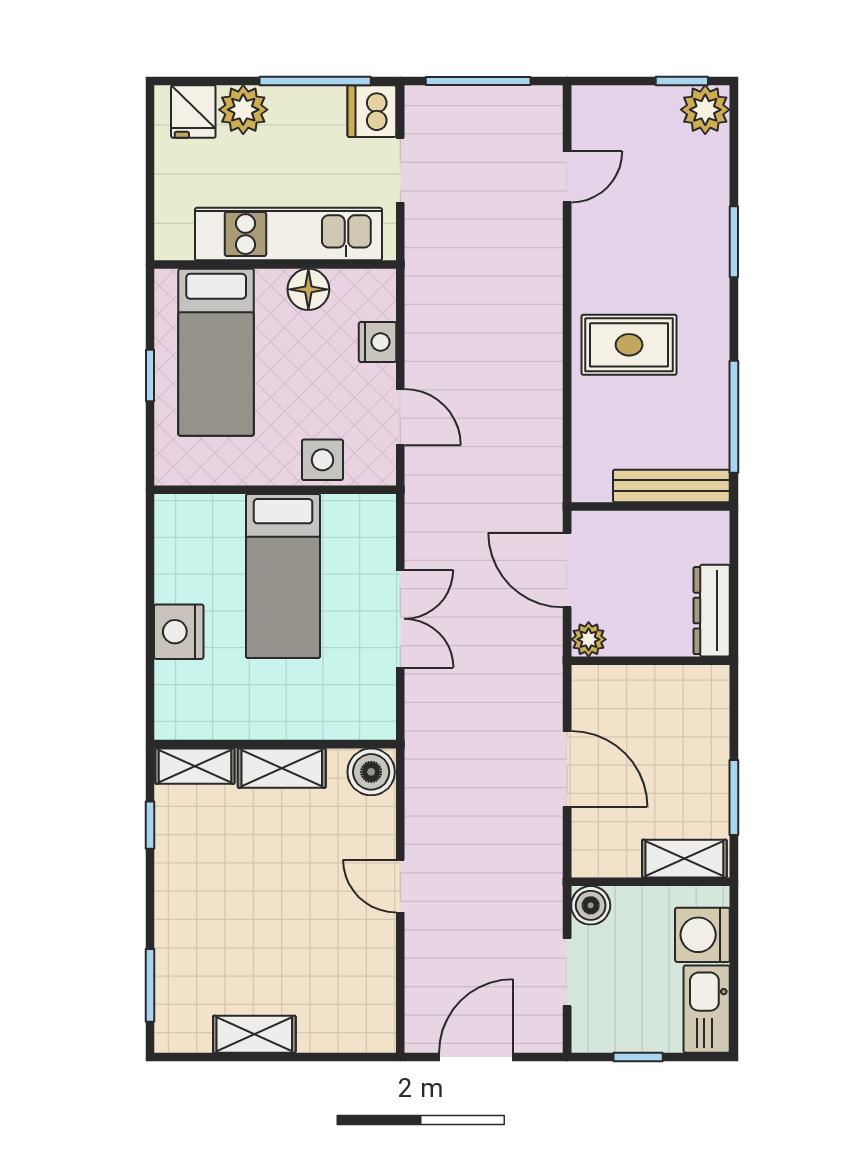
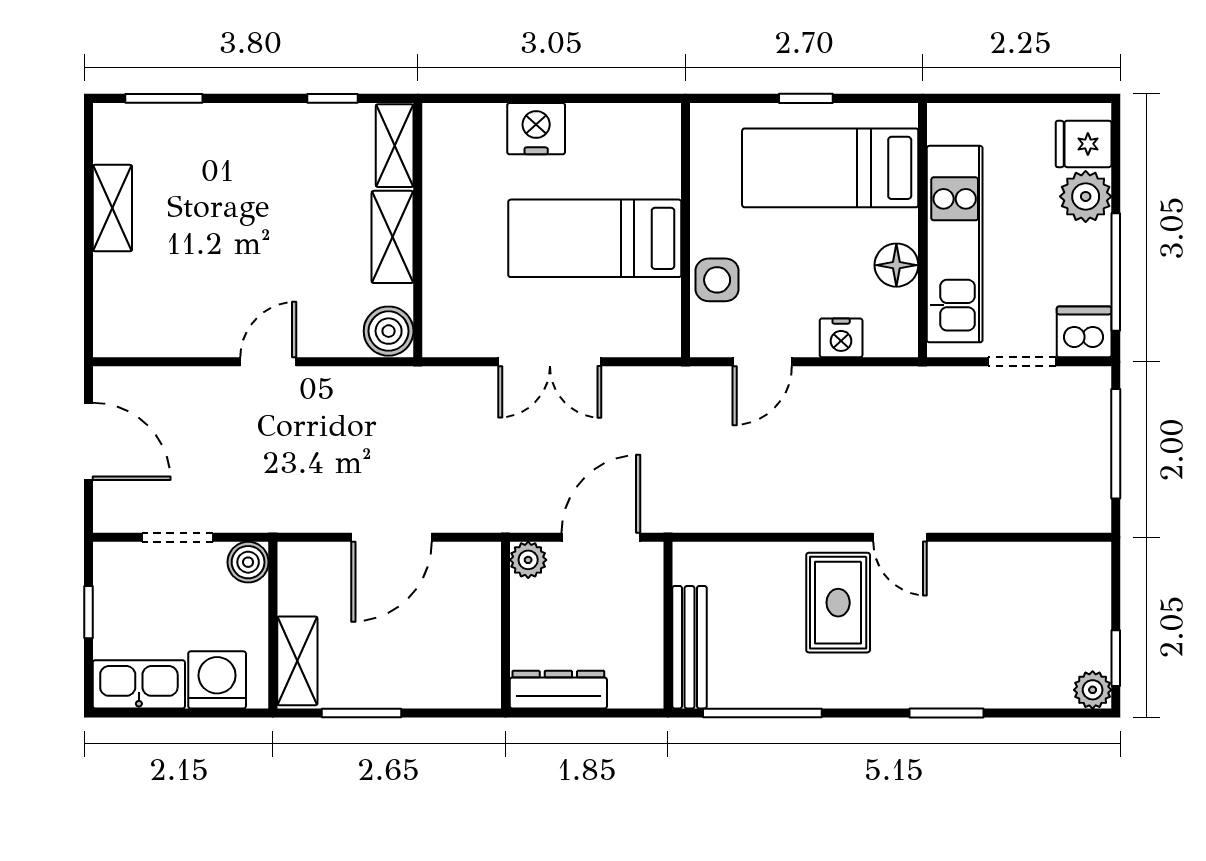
plant: (705, 110) -> (1093, 690), width x0.73, depth x0.73
door: (567, 177) -> (900, 537), moved

